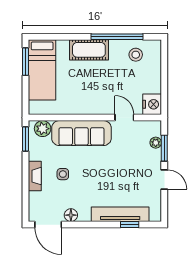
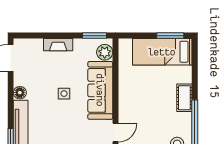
cot: (89, 50) -> (184, 98), width x0.73, depth x0.75
side table: (63, 174) -> (64, 94), moved
floor lamp: (71, 215) -> (20, 93), moved

